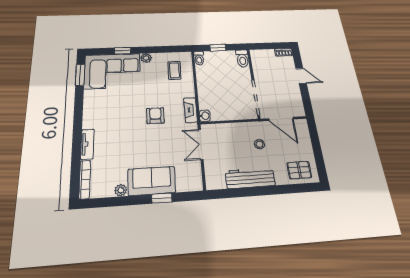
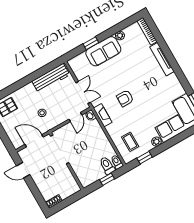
window: (123, 51) -> (145, 158), moved
toilet: (242, 58) -> (107, 165), moved
door: (301, 76) -> (23, 170), moved
armchair: (155, 116) -> (125, 98), turned 90
door: (223, 122) -> (75, 117), added
tv unit: (87, 144) -> (162, 59), width x1.41
workbench: (250, 178) -> (51, 78), moved

